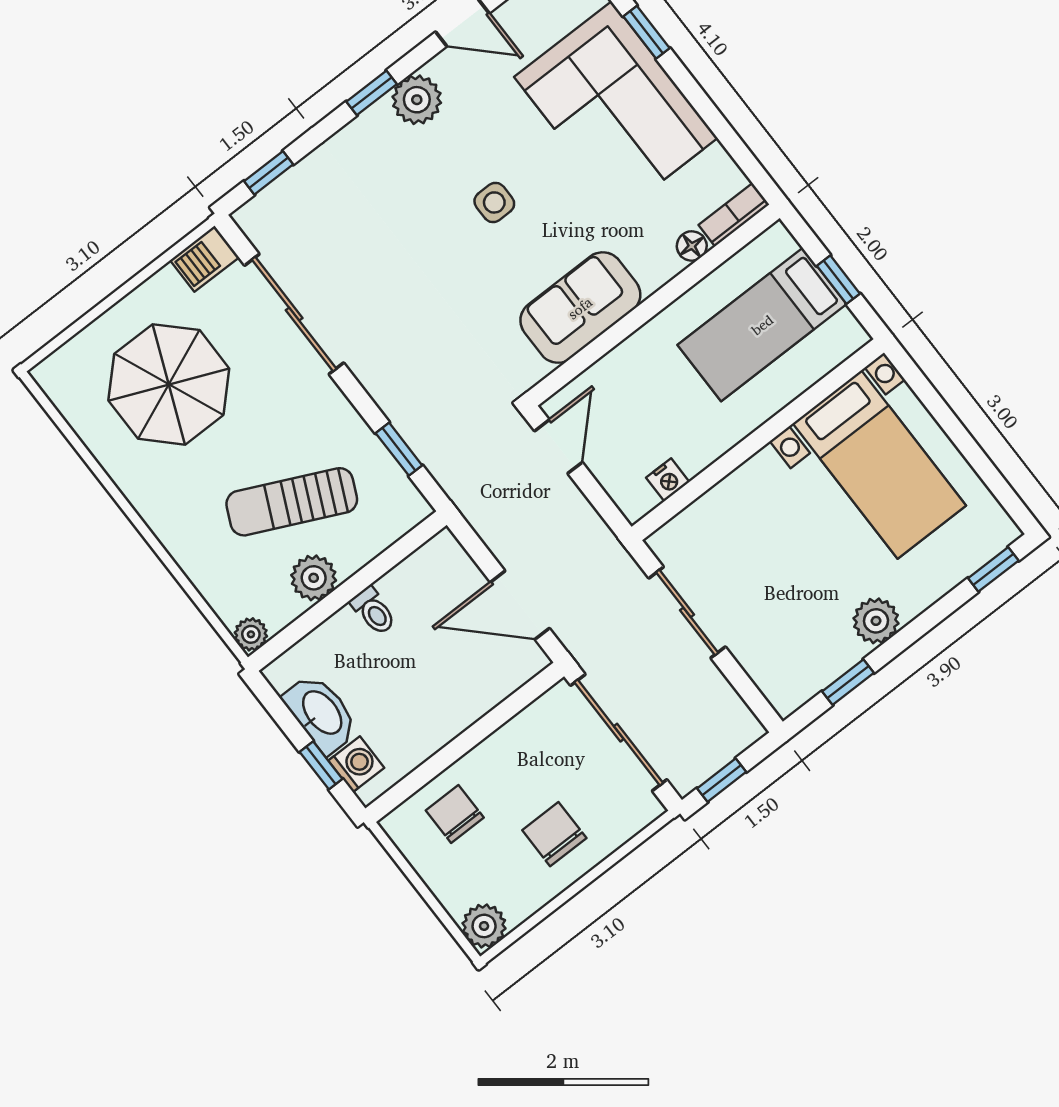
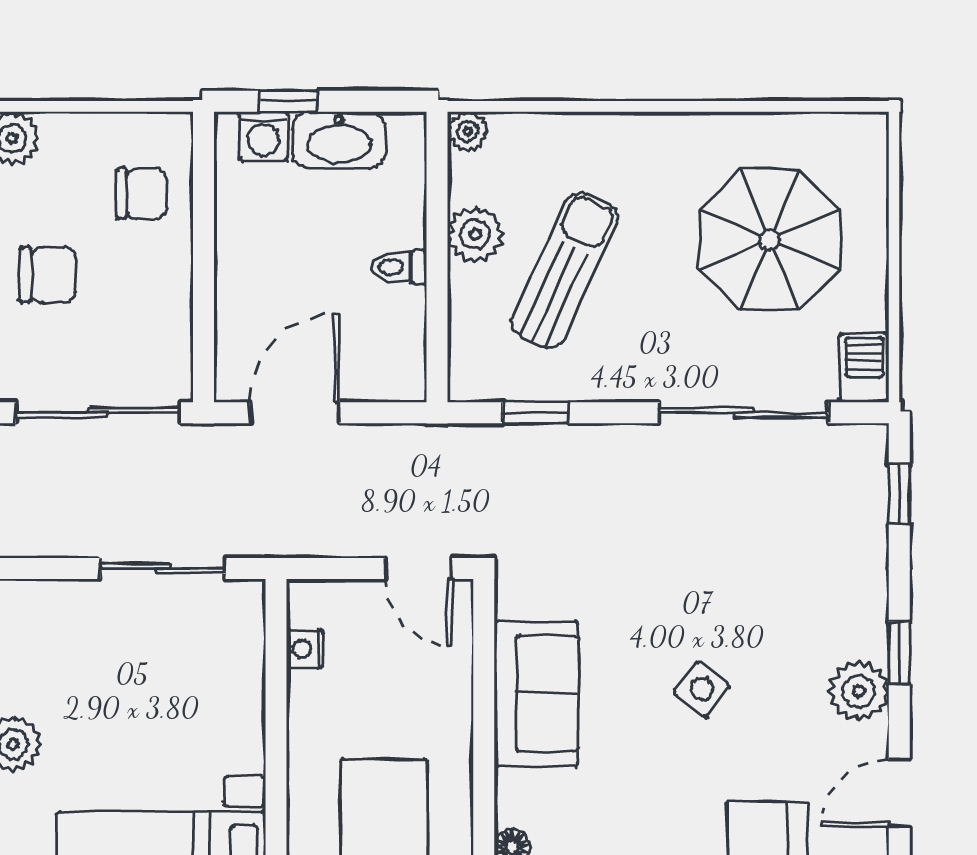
side table: (494, 202) -> (702, 689), turned 37

